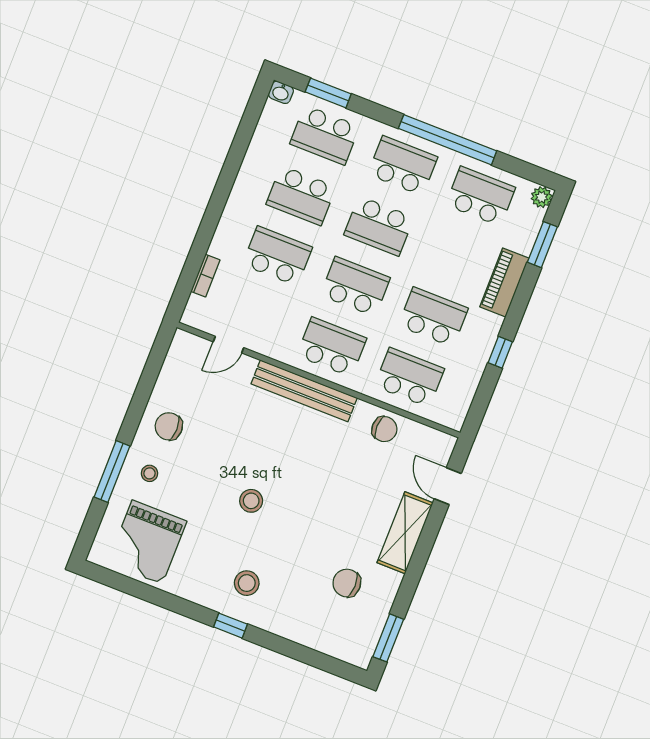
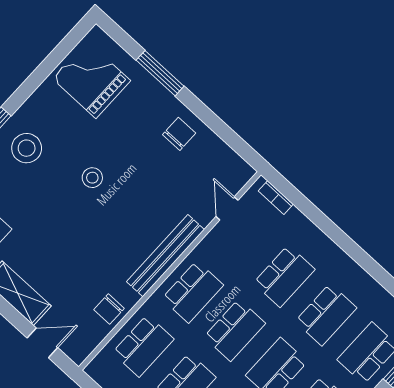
school desk: (301, 196) -> (326, 315), turned 180
bookcase: (205, 276) -> (276, 198), moved
stool: (150, 473) -> (147, 103), removed
stool: (247, 583) -> (27, 148), width x1.38, depth x1.38

